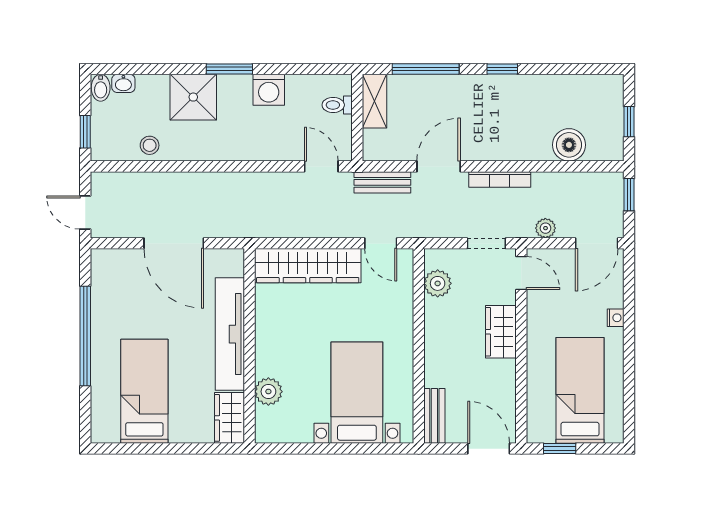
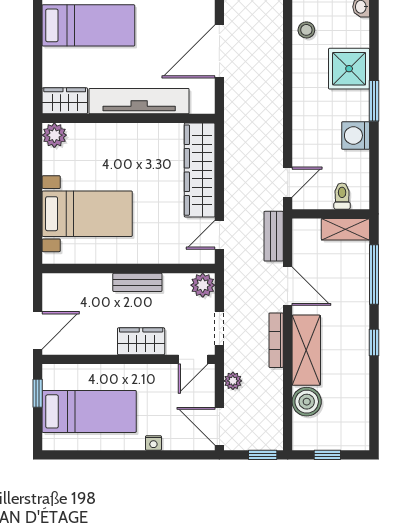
shelving: (511, 145) -> (306, 350), added
plant: (438, 283) -> (203, 285), moved
plant: (268, 392) -> (54, 135), moved
bench: (434, 416) -> (137, 282), moved

